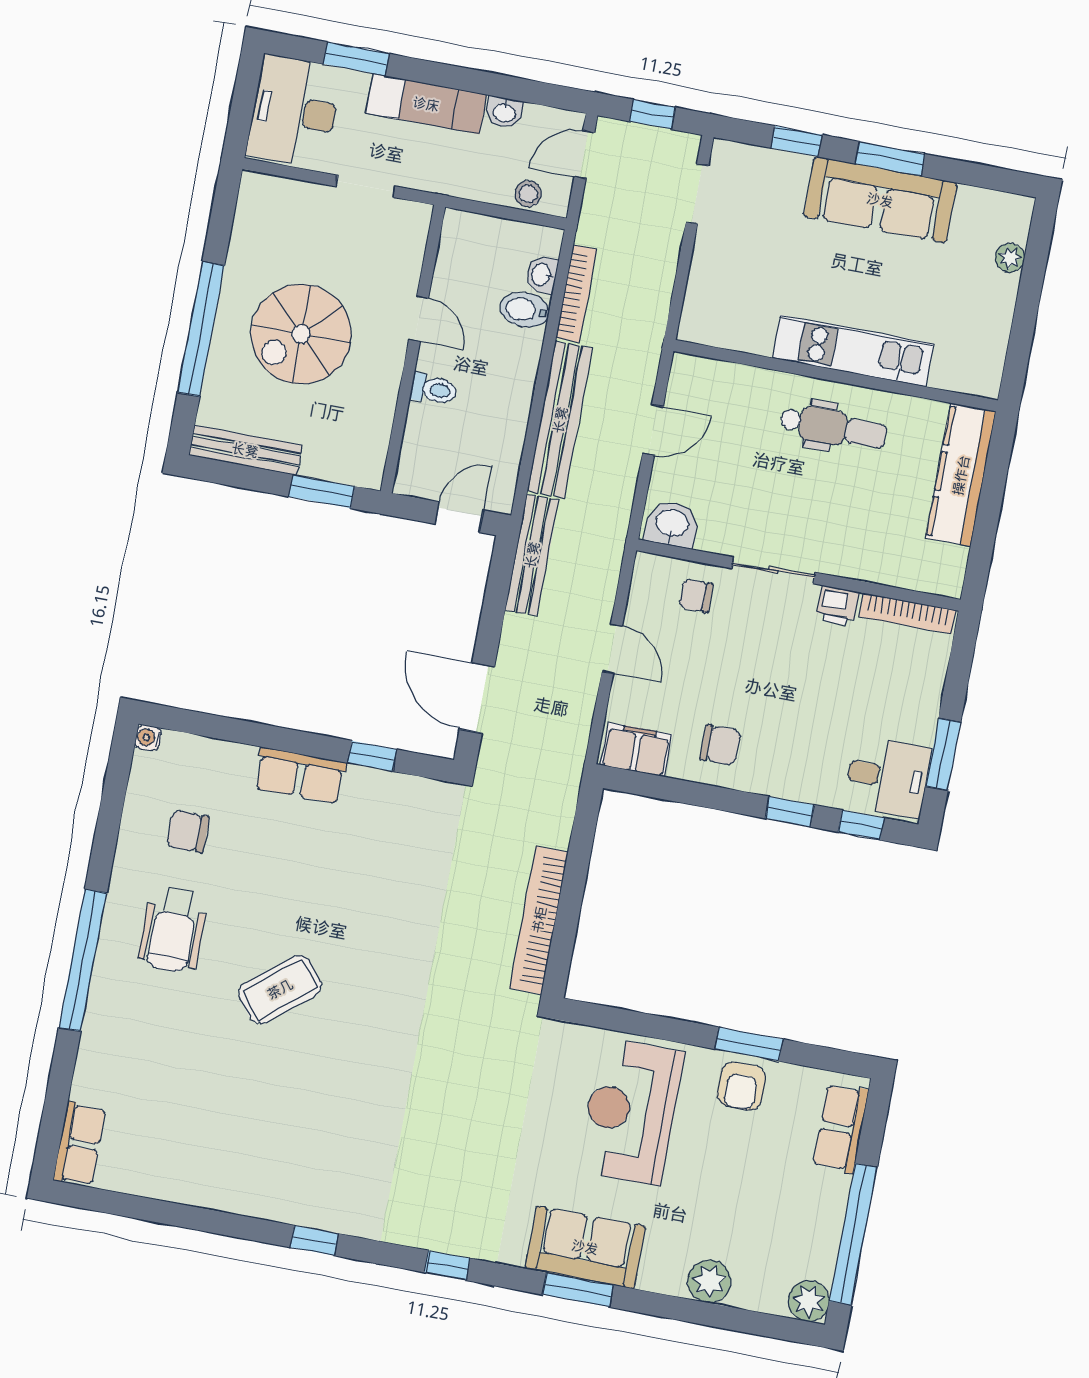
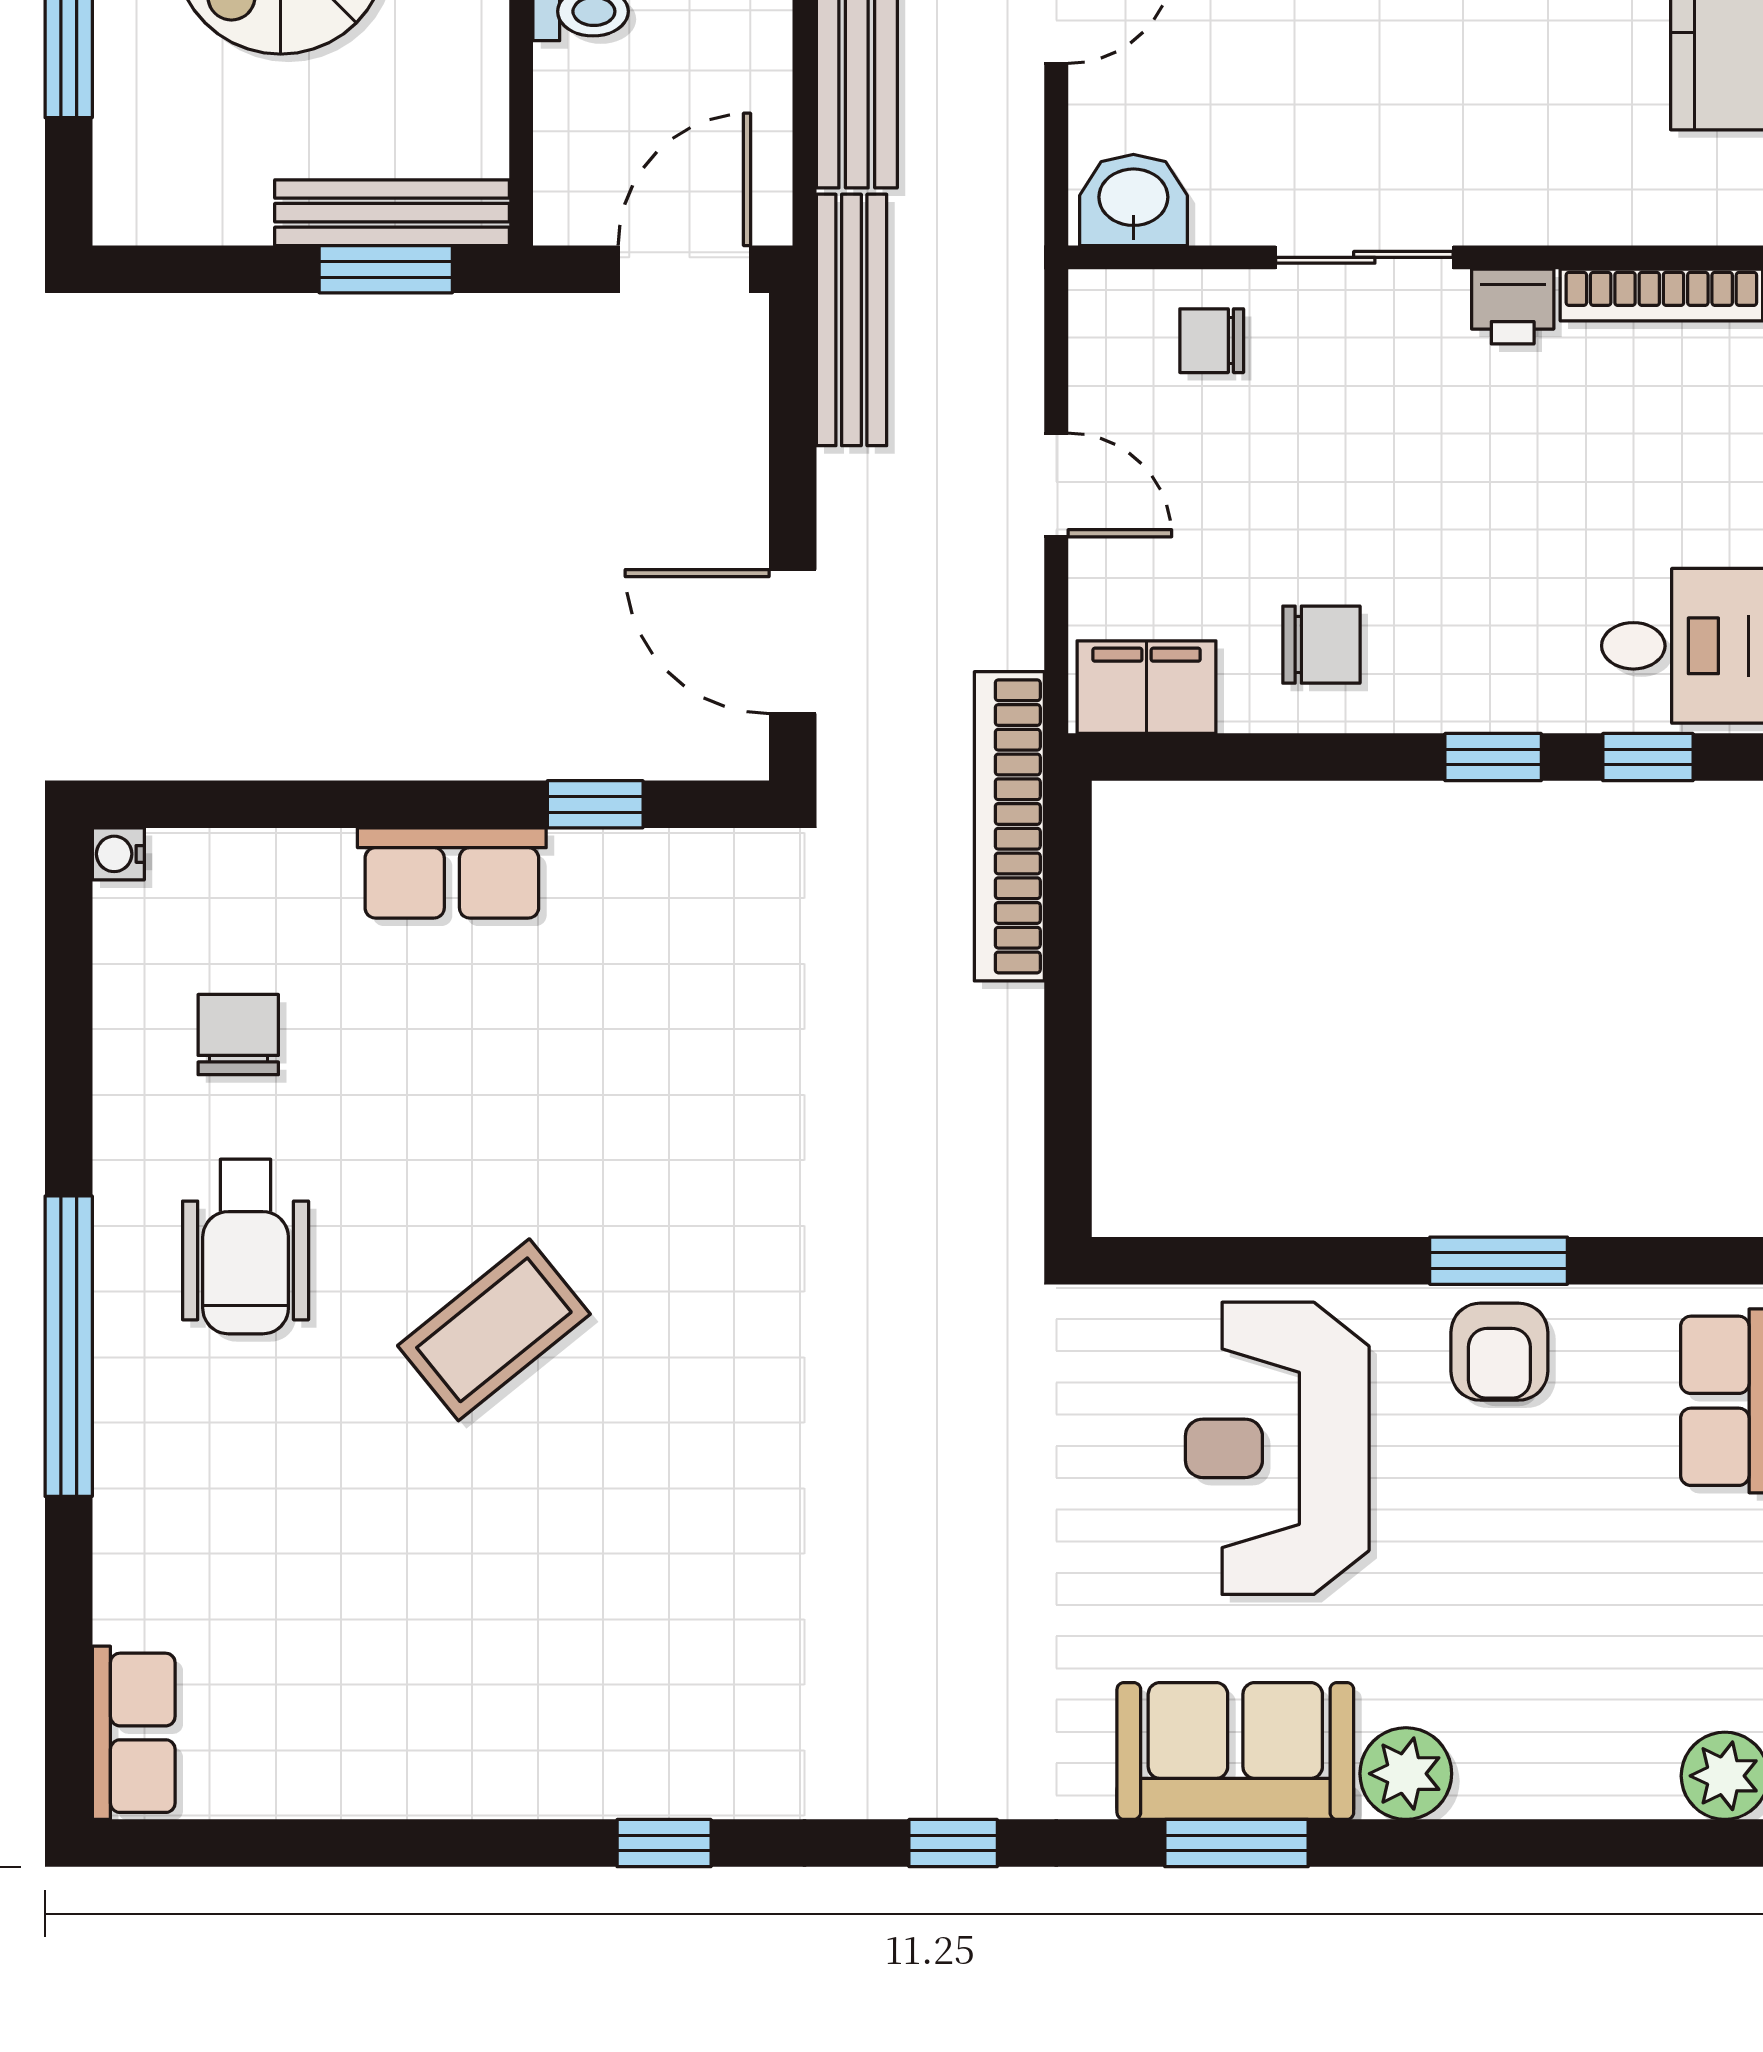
bench: (245, 450) -> (392, 213), moved
door: (459, 517) -> (684, 269), width x1.38
chair: (188, 831) -> (238, 1035), turned 90
bookcase: (539, 920) -> (1009, 826), moved
plant: (709, 1281) -> (1406, 1774), moved

